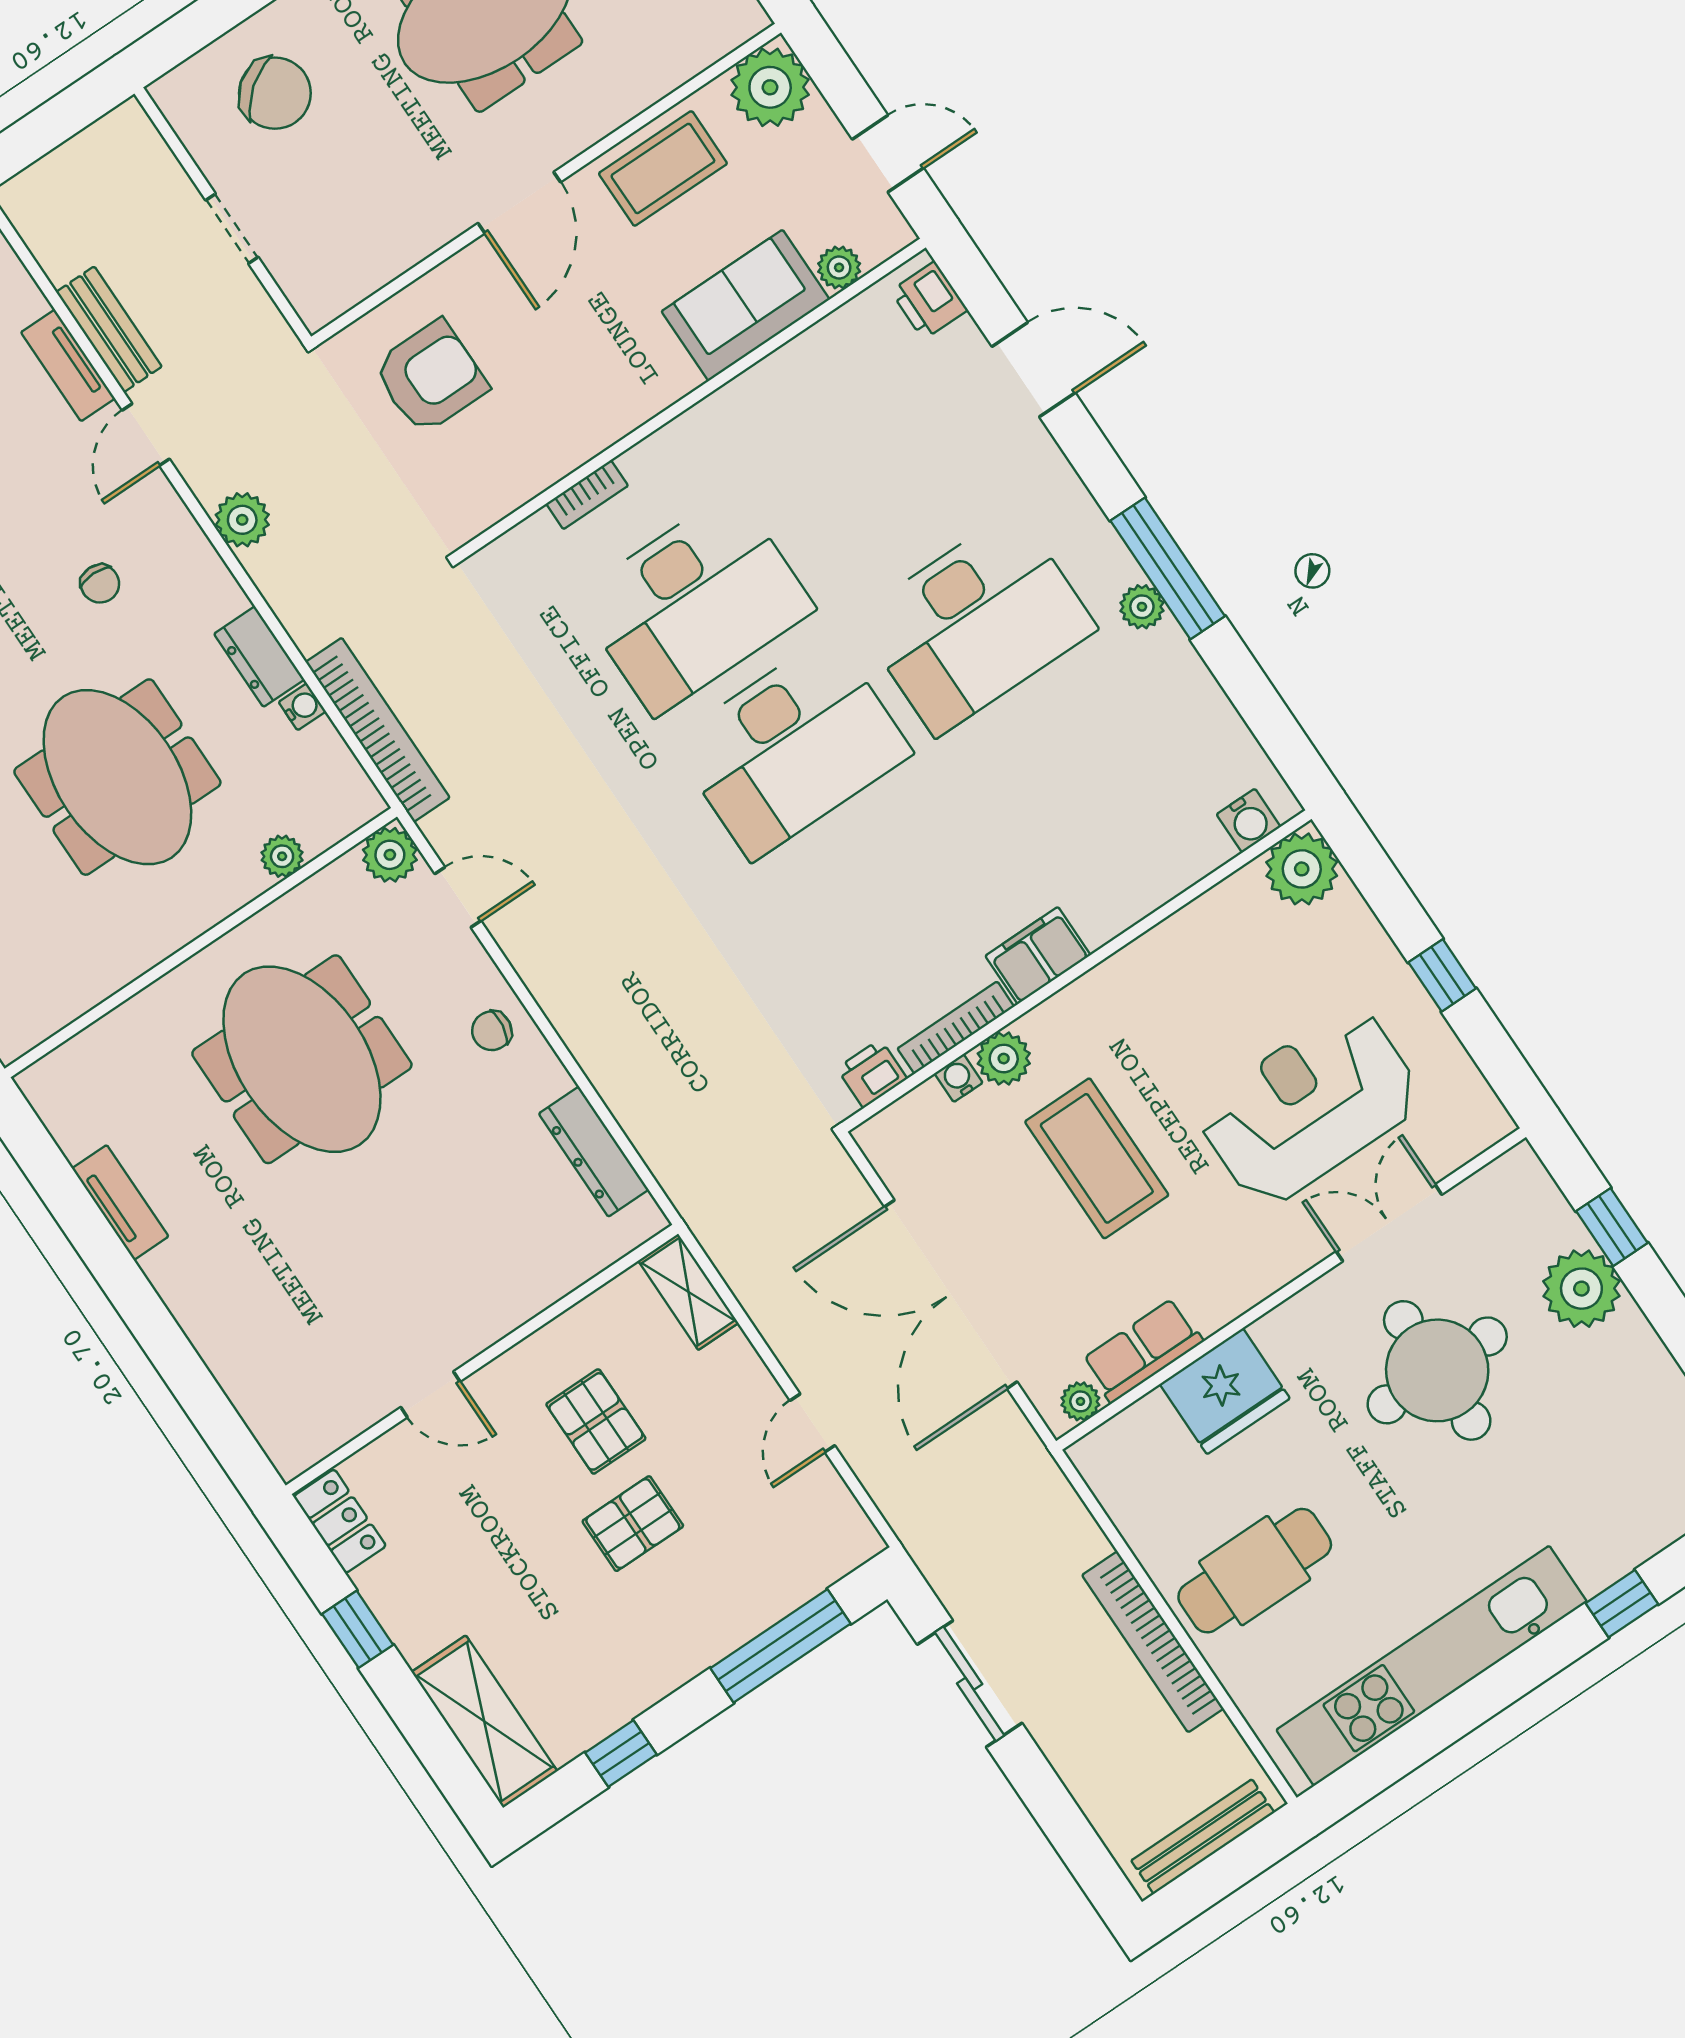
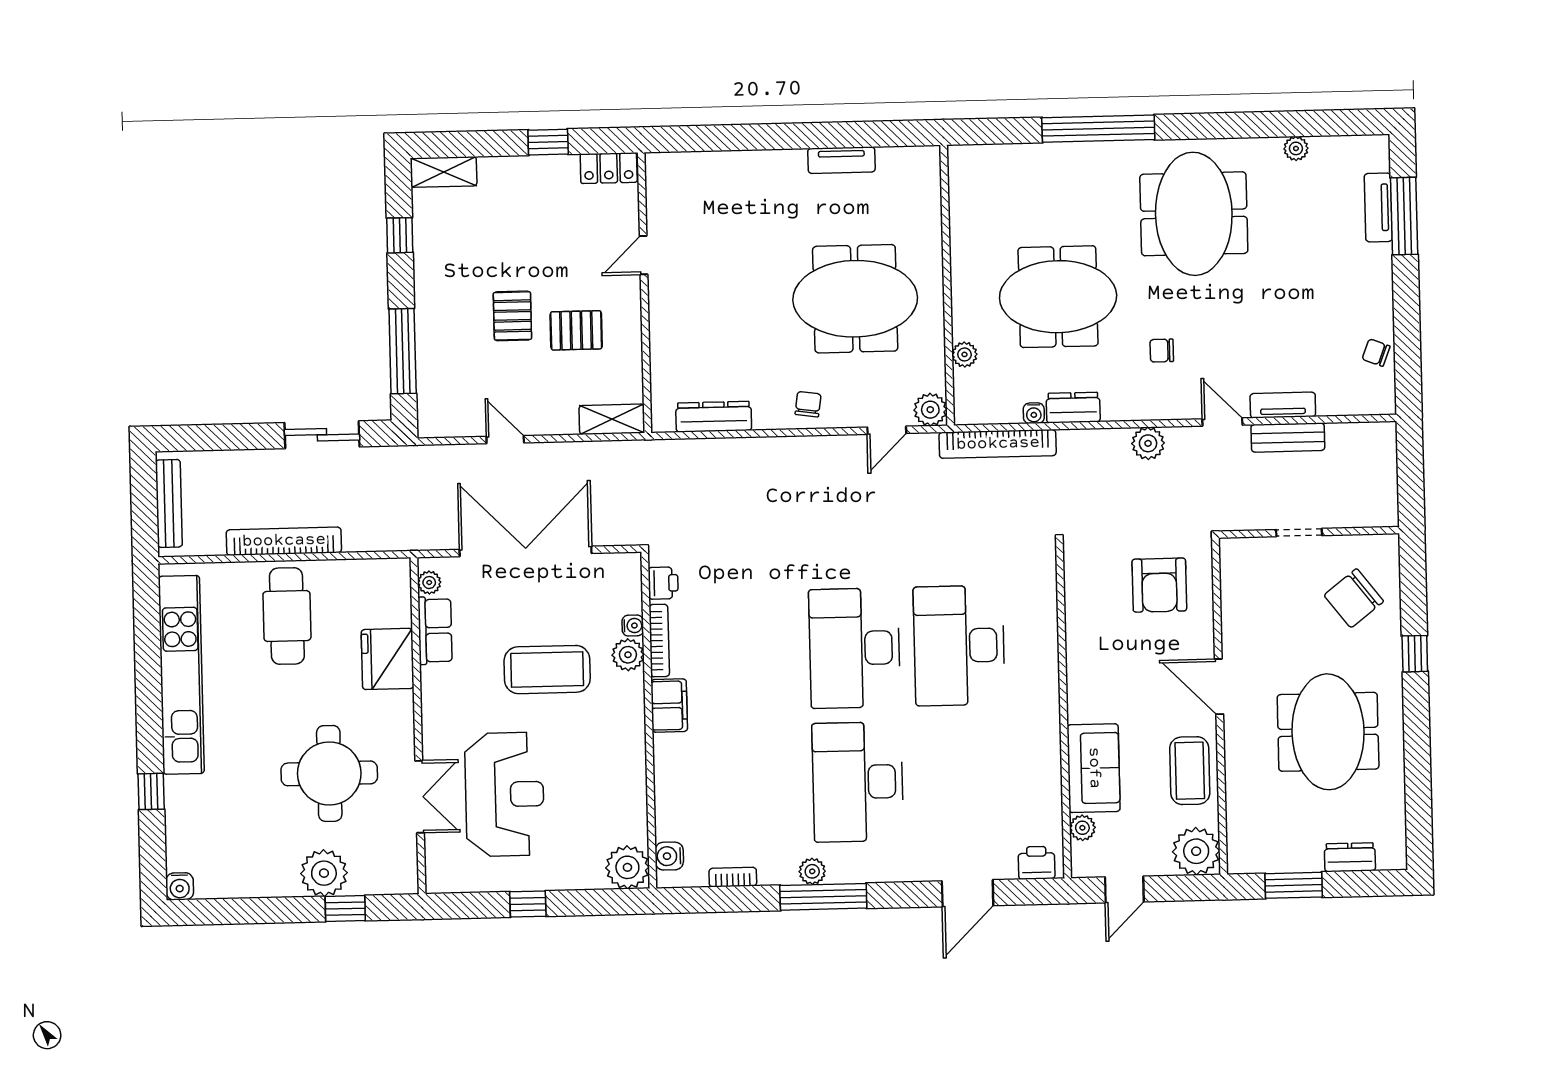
bookcase: (587, 495) -> (733, 877), moved, turned 90
shelving: (484, 1722) -> (444, 172), width x0.67, depth x0.75

